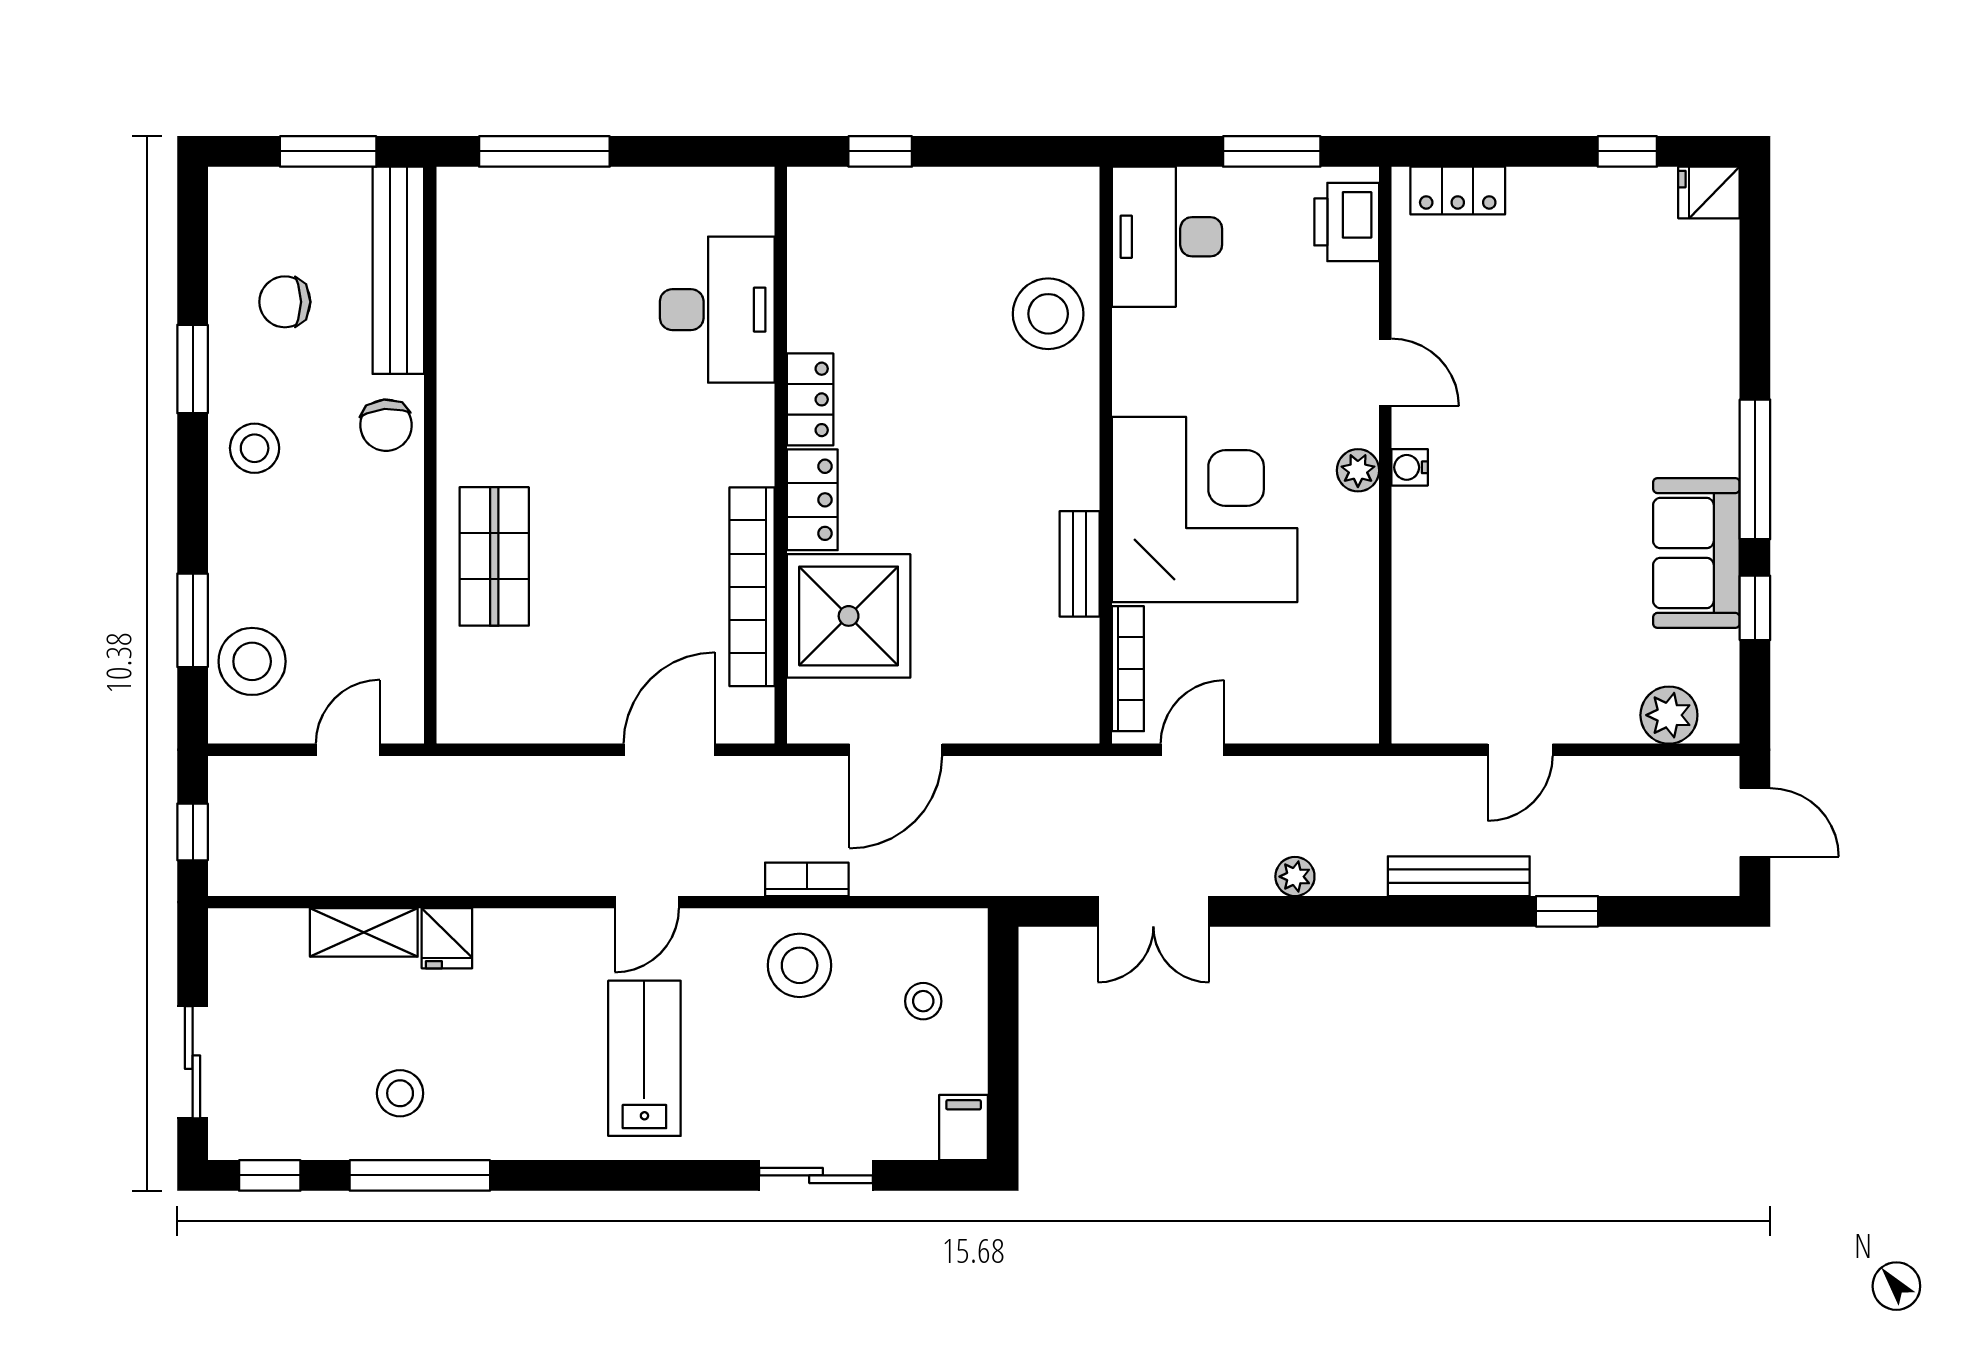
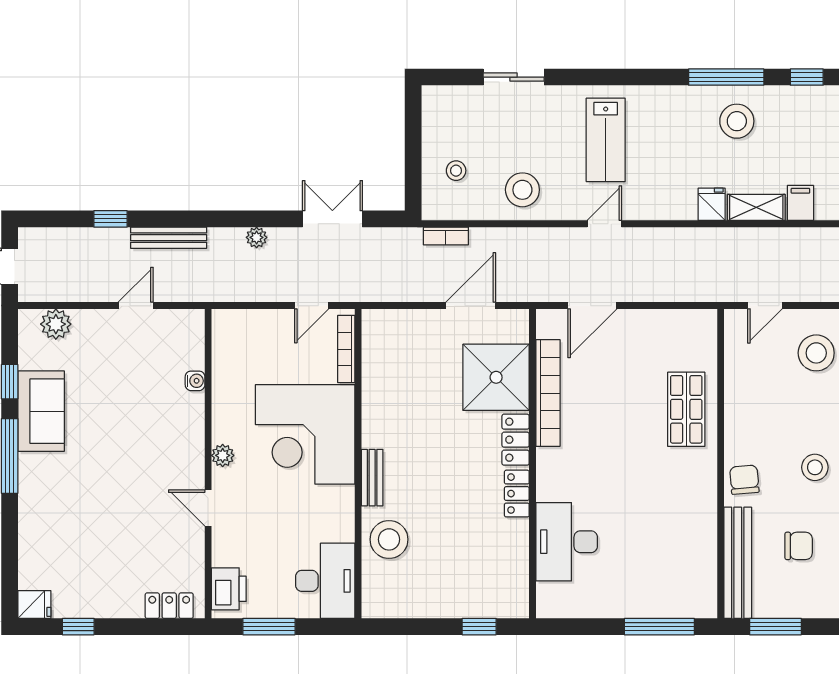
water cooler: (1410, 467) -> (195, 381), moved
bench: (1080, 564) -> (372, 478), moved
bookcase: (807, 879) -> (446, 236), moved
stool: (400, 1093) -> (737, 121), width x1.38, depth x1.38
filing cabinet: (964, 1128) -> (800, 203), moved, turned 180

